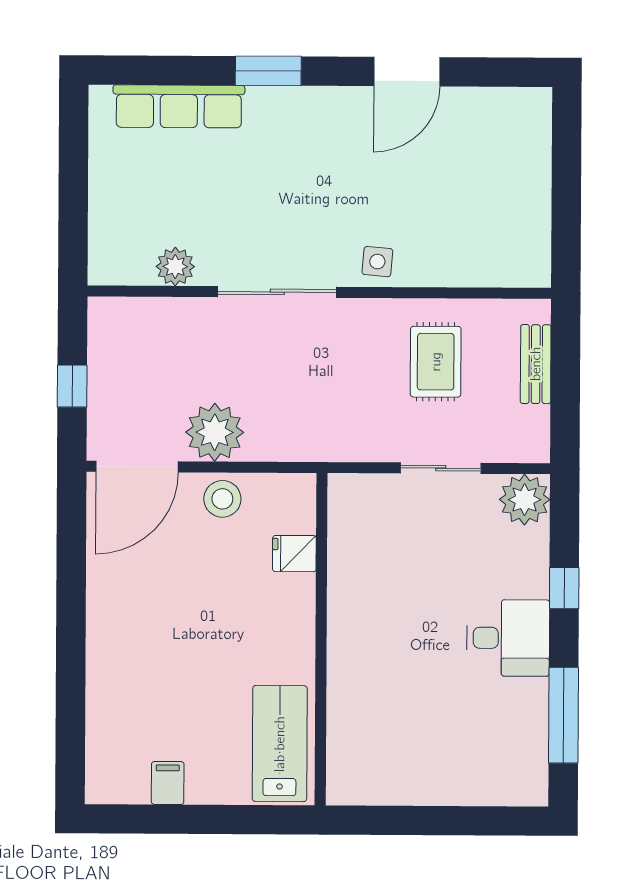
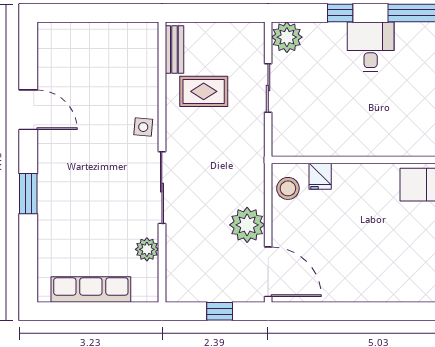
row of seats: (179, 106) -> (91, 290), moved, turned -90
bench: (536, 364) -> (174, 49), moved, turned 90
stool: (222, 499) -> (288, 188), moved

